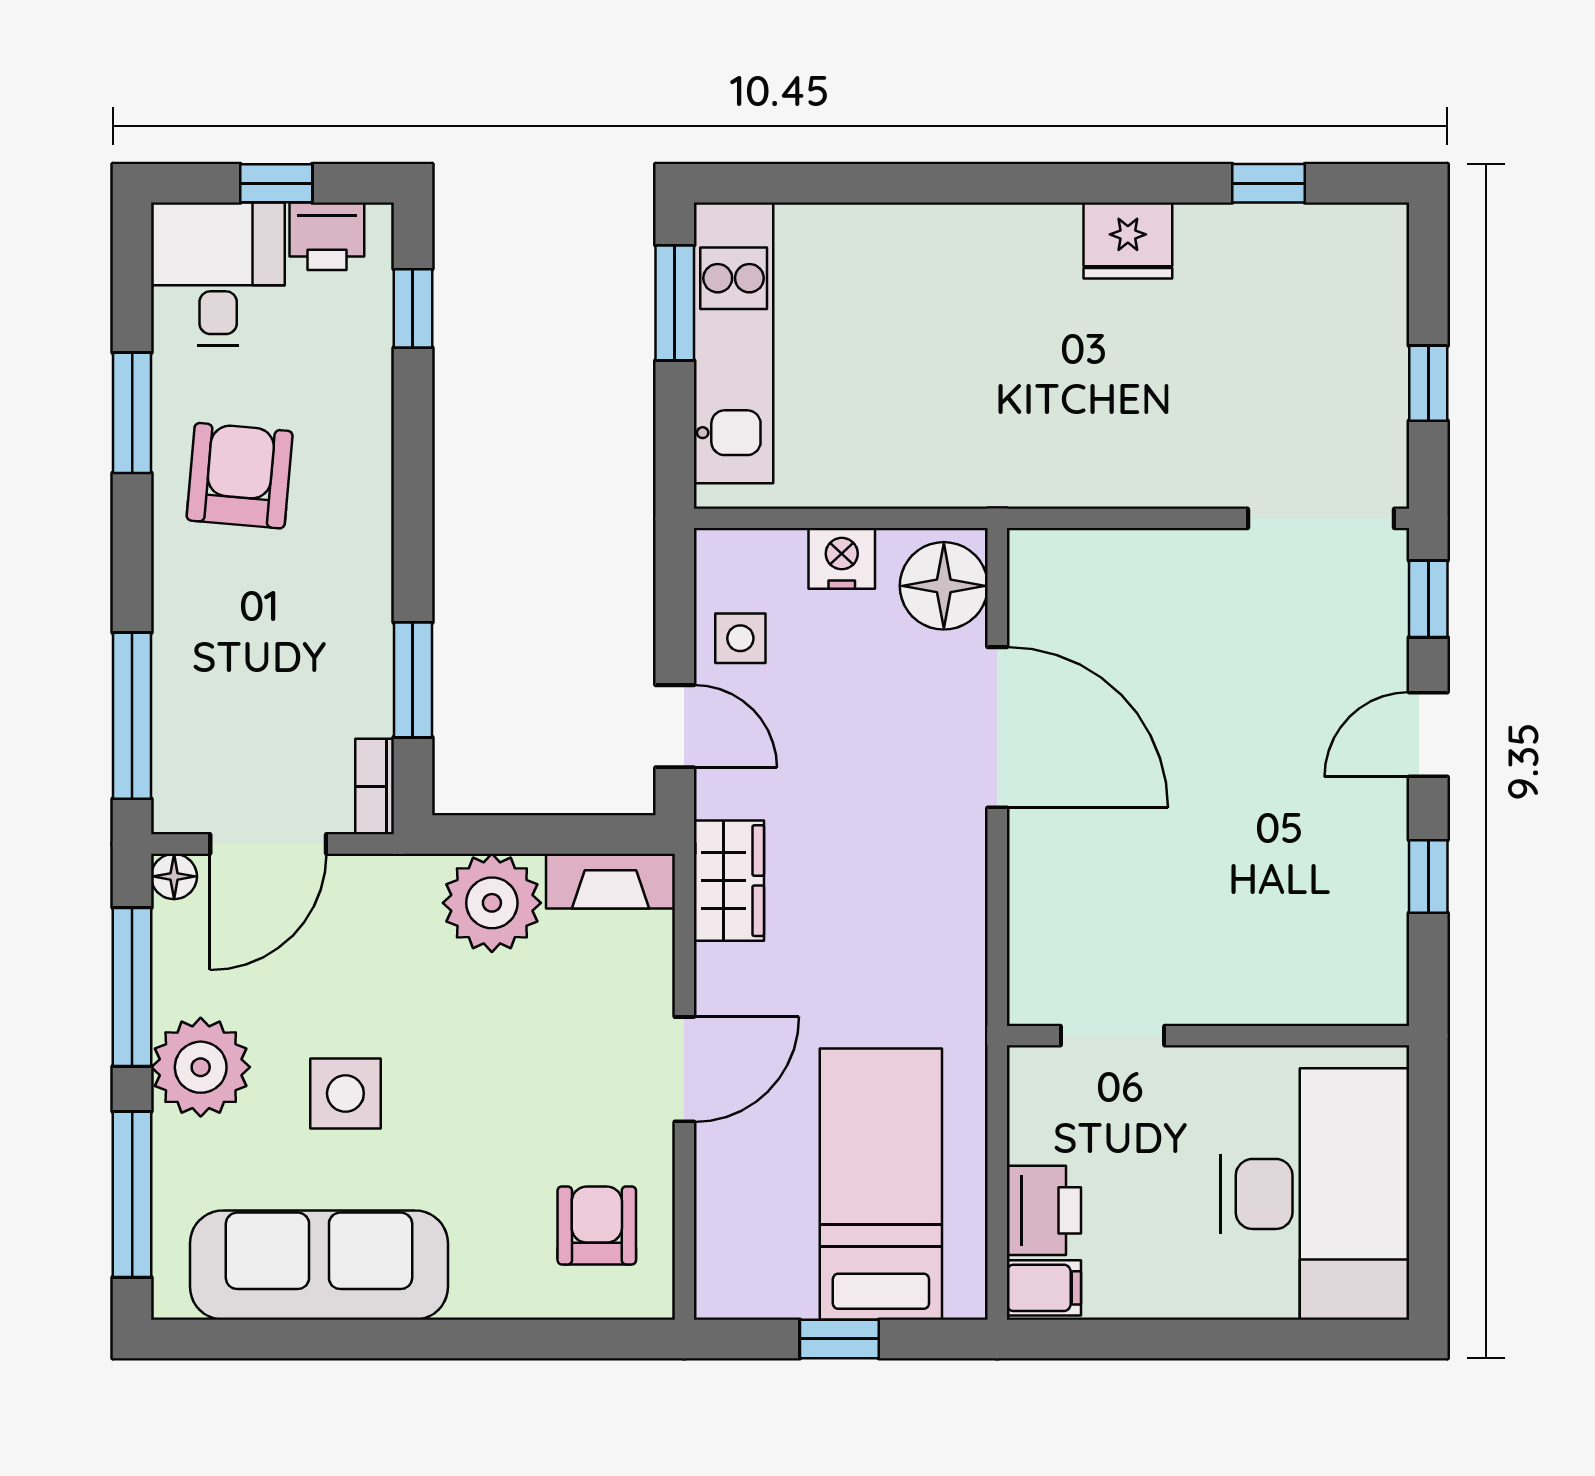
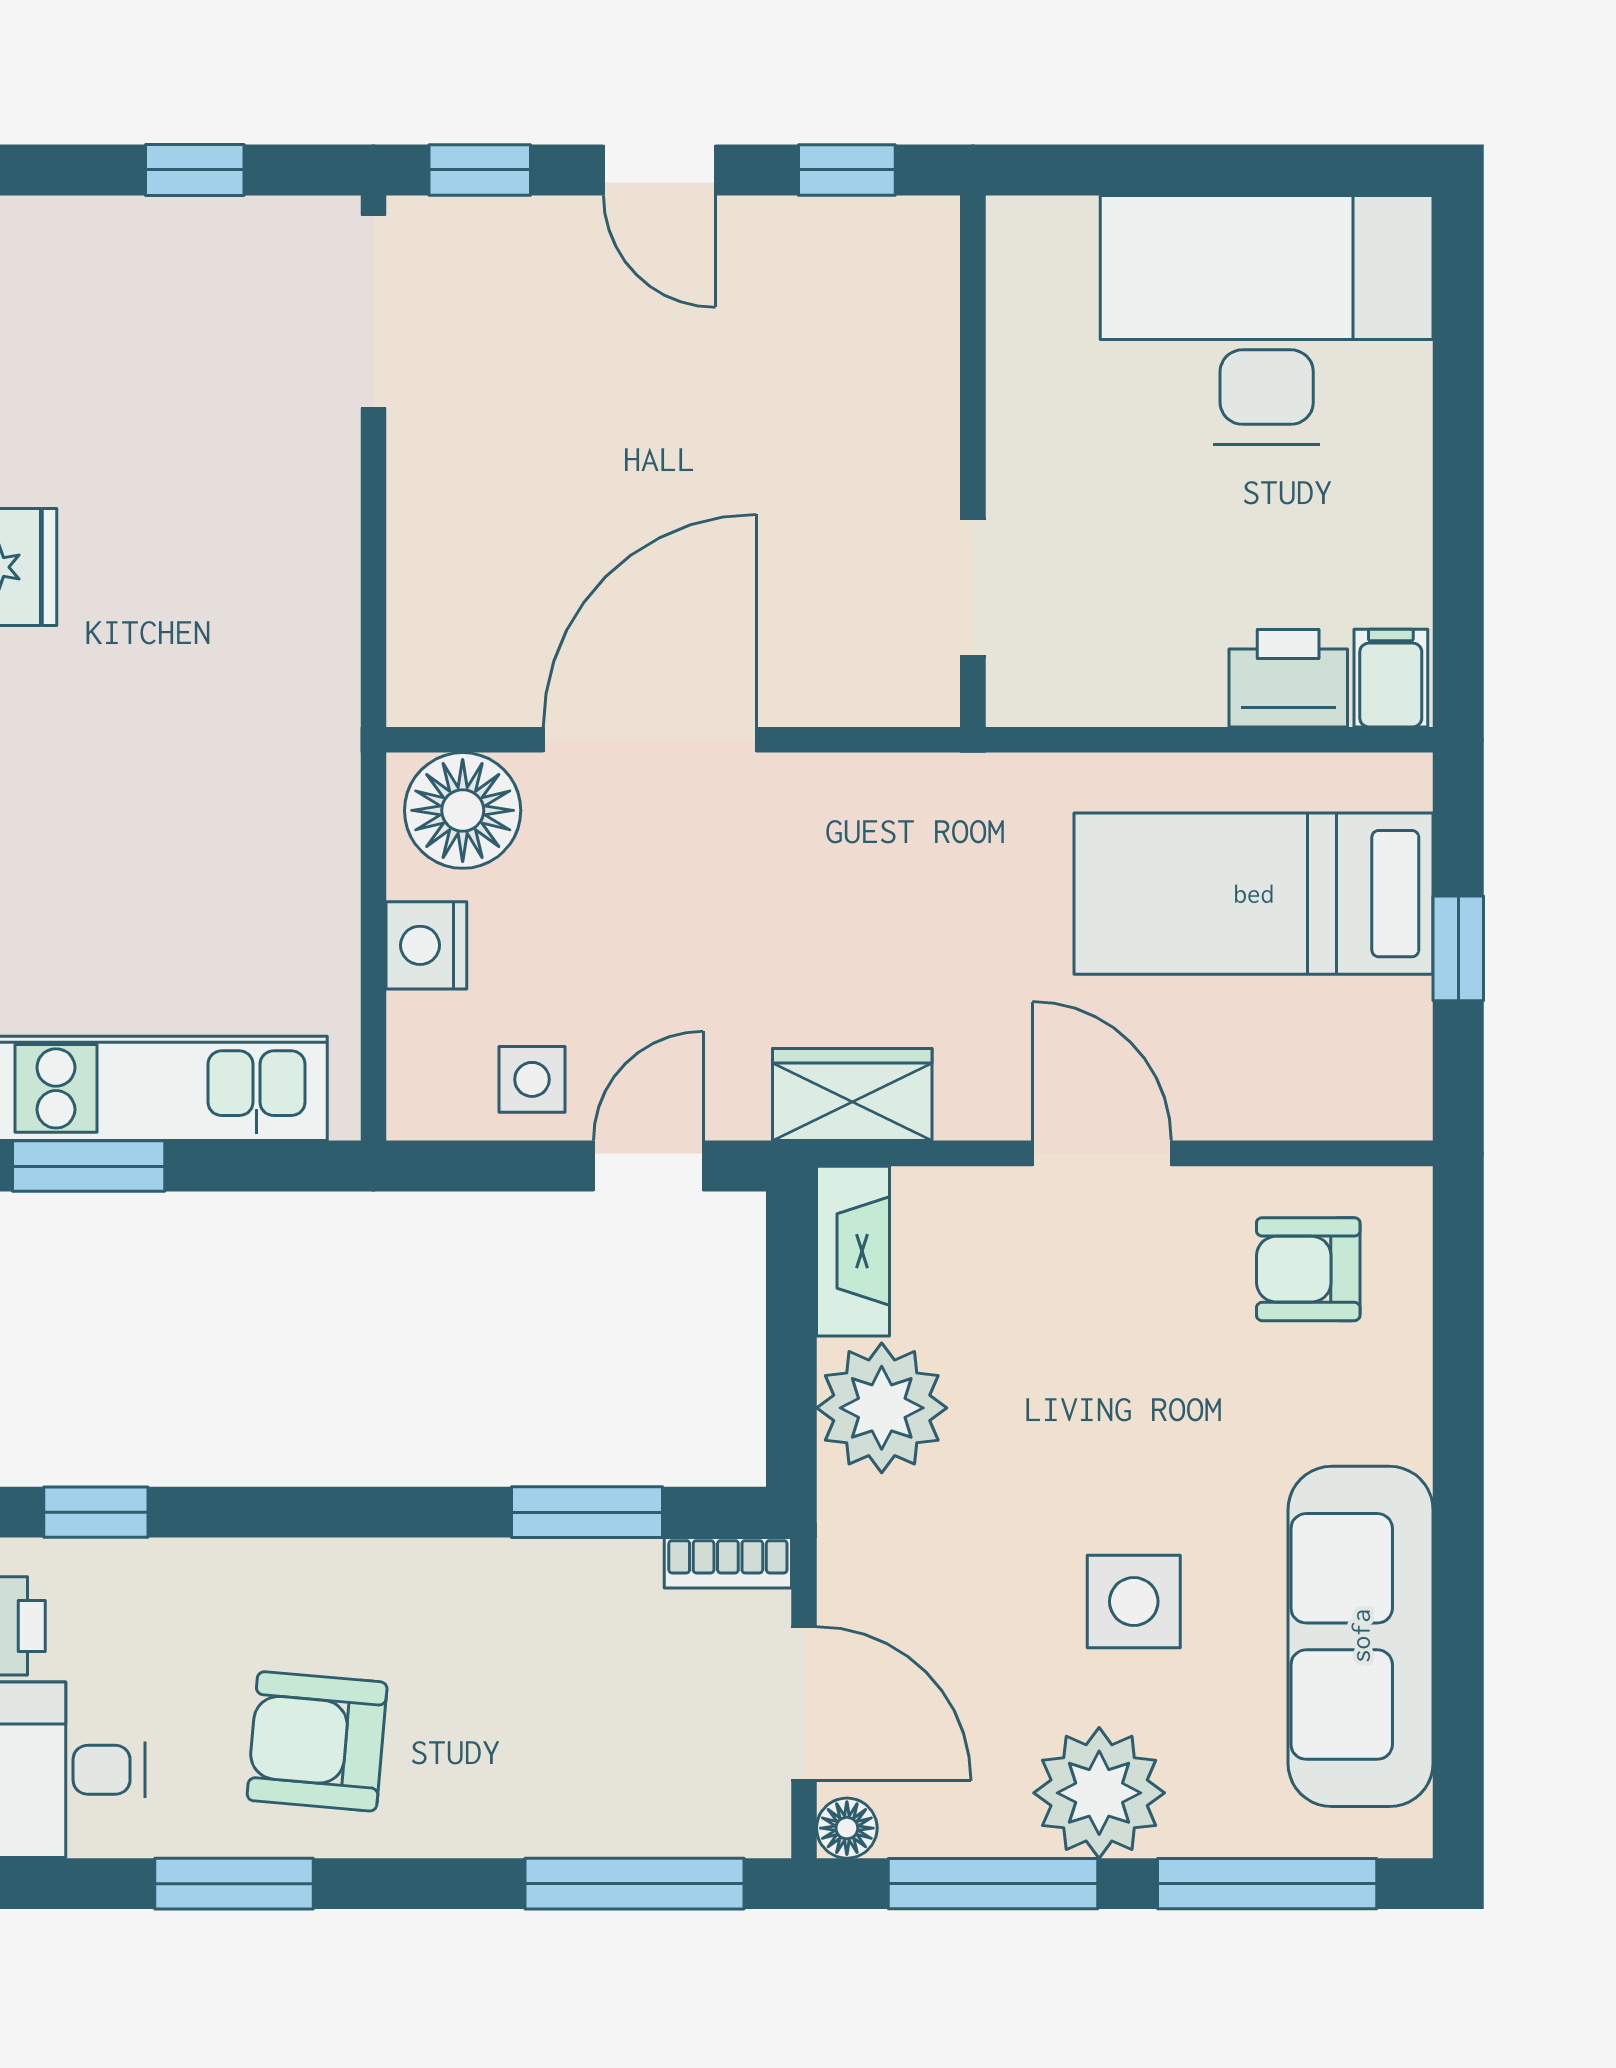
doorway: (1113, 1036) -> (973, 587), moved
wall: (1208, 1036) -> (973, 461), moved

